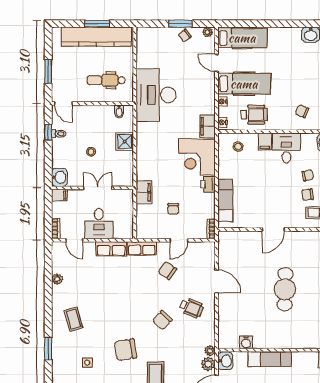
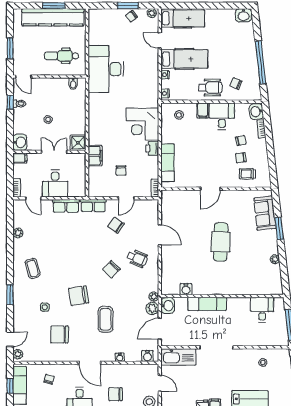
wheelchair: (254, 115) -> (210, 88), moved
filing cabinet: (208, 126) -> (152, 97), removed
shower: (125, 142) -> (78, 143), moved

